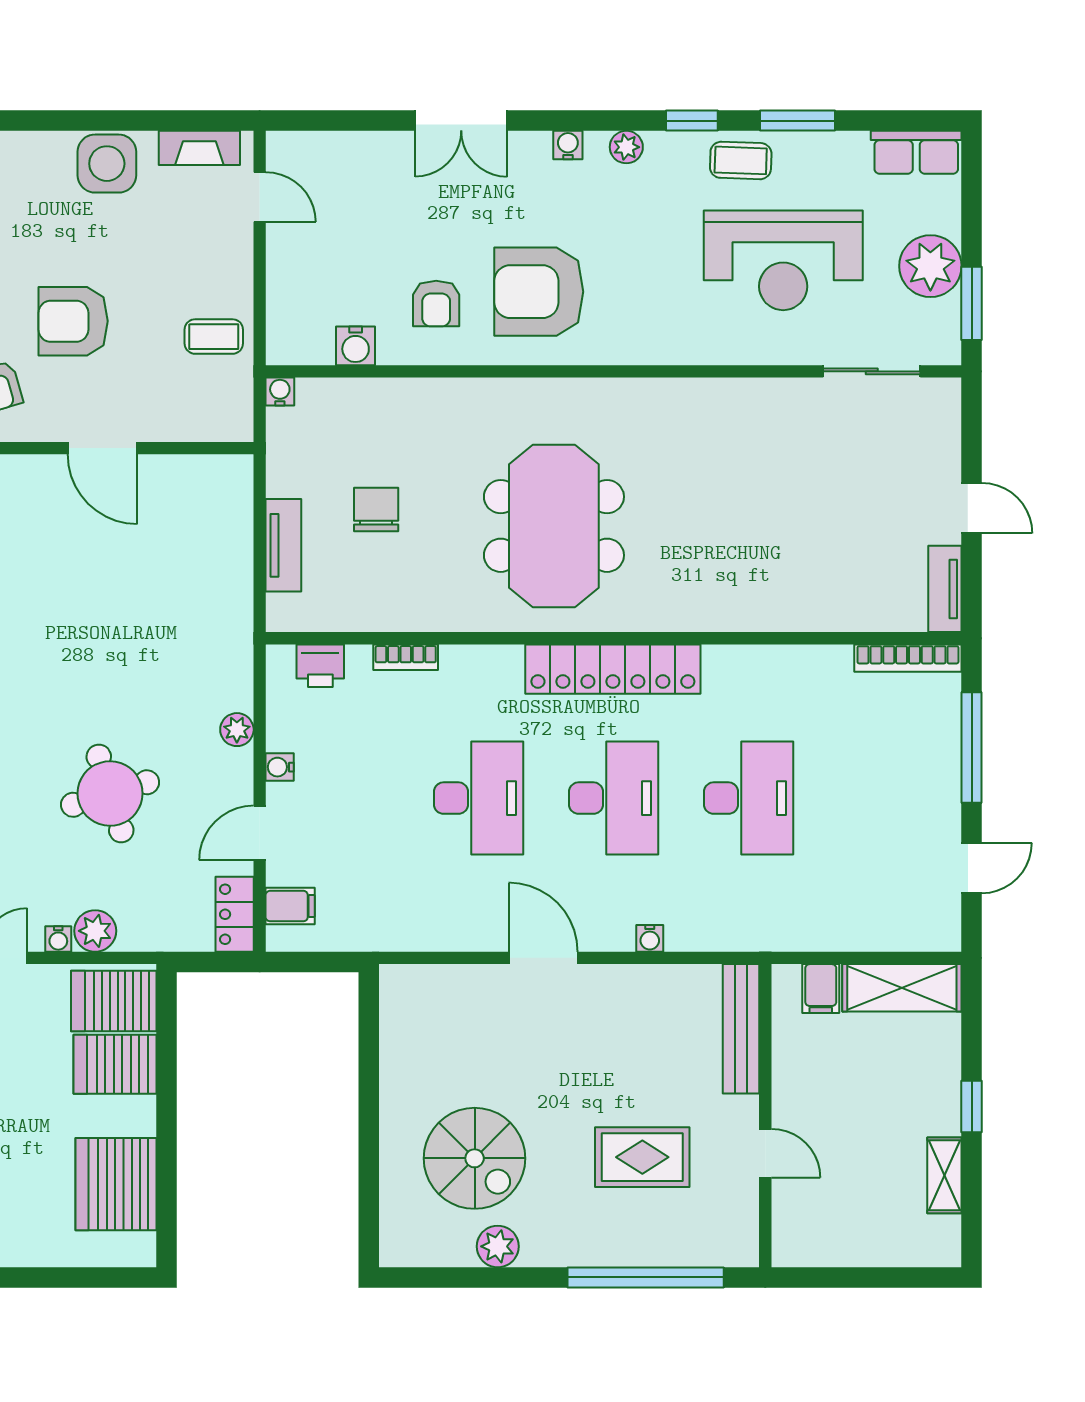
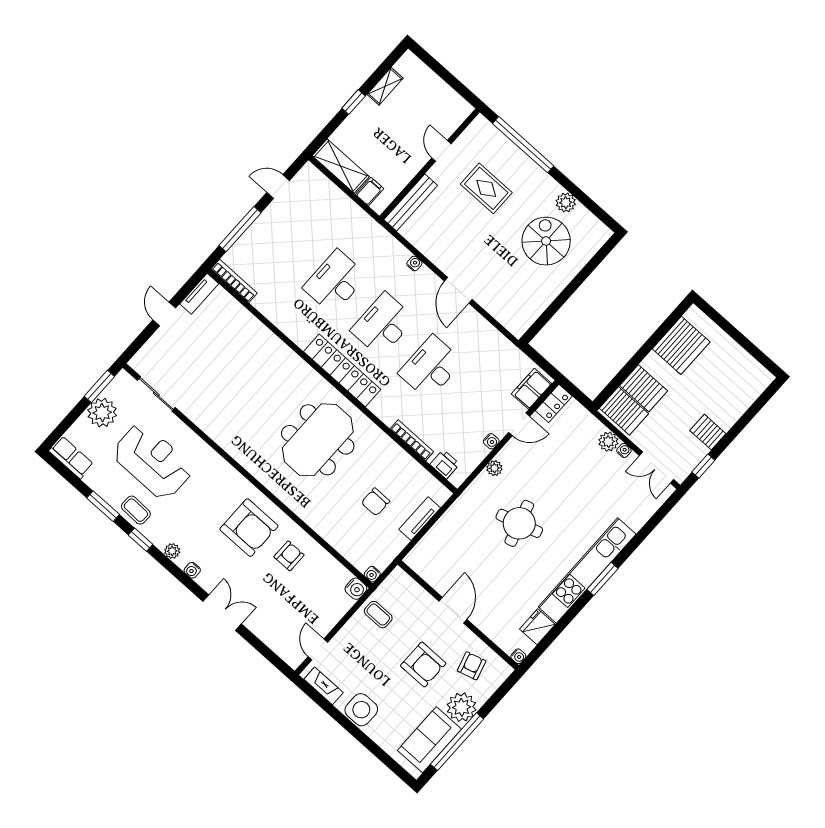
water cooler: (356, 346) -> (356, 589), moved, turned 90
bookcase: (406, 657) -> (412, 440), width x1.56
round table: (110, 794) -> (519, 523), moved
filing cabinet: (290, 906) -> (531, 389), width x2.00

